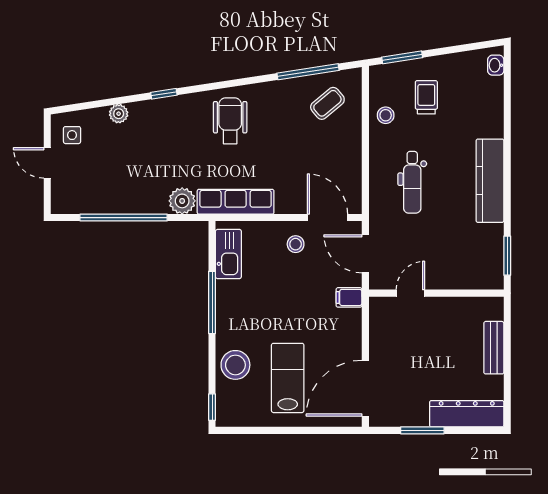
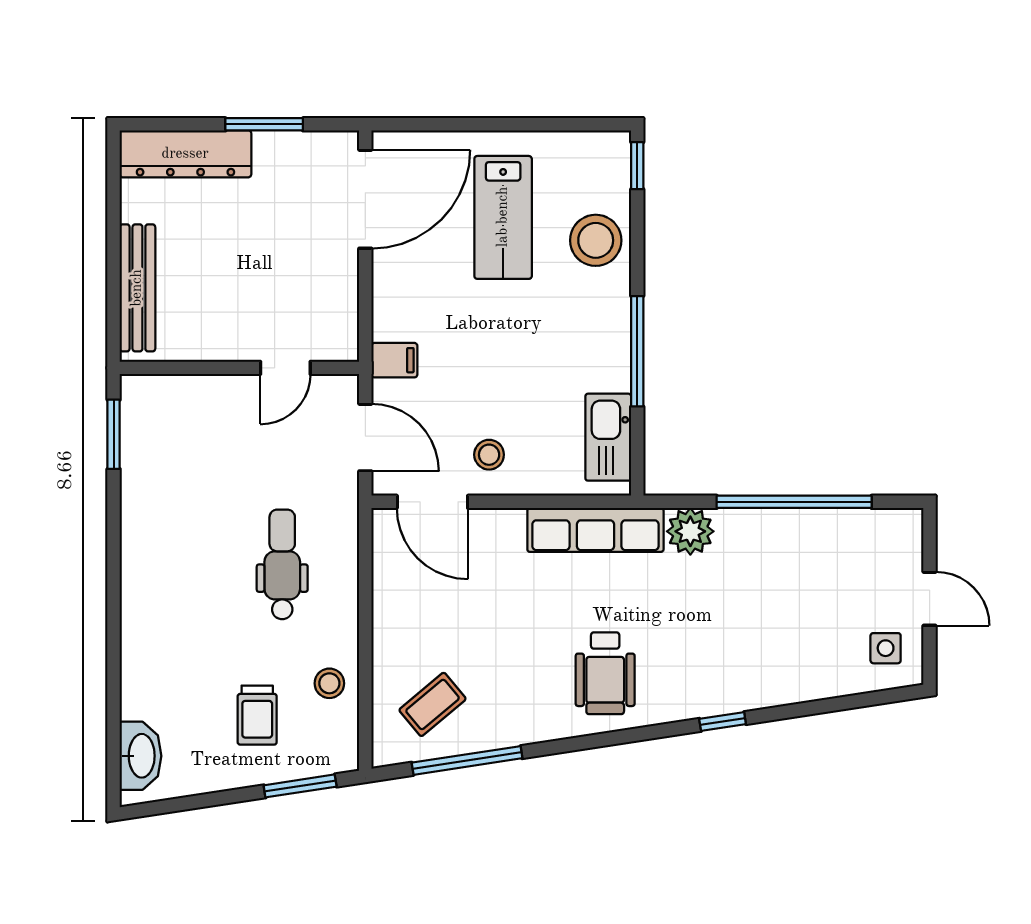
washbasin: (496, 65) -> (140, 756), width x1.91, depth x1.45
plant: (119, 114) -> (803, 686), removed
kitchen counter: (490, 181) -> (144, 567), removed
bench: (494, 348) -> (137, 288), width x1.36

